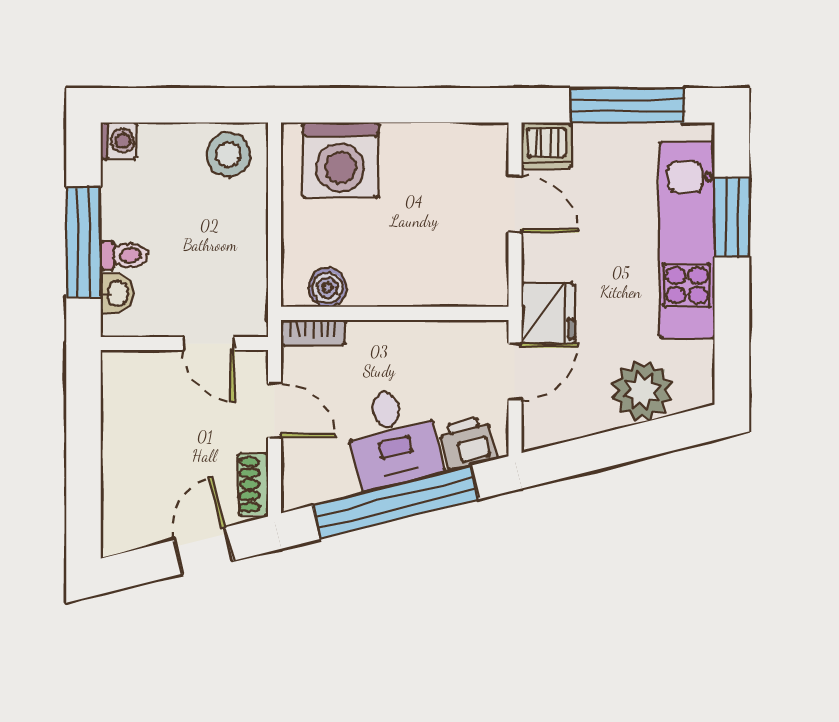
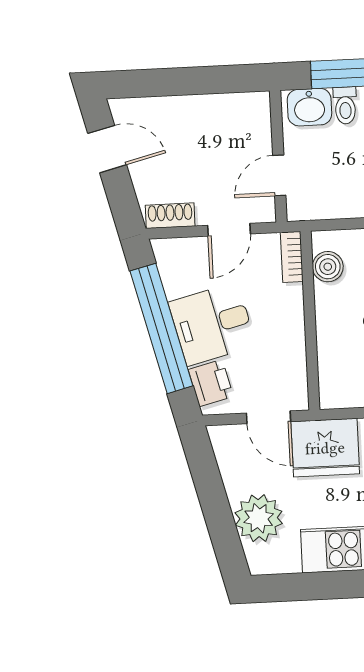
washbasin: (117, 293) -> (309, 107), width x1.38, depth x1.45
fridge: (548, 313) -> (325, 448), width x1.36, depth x1.34
door: (203, 550) -> (107, 149), moved

